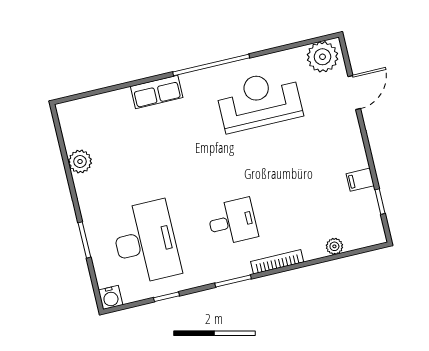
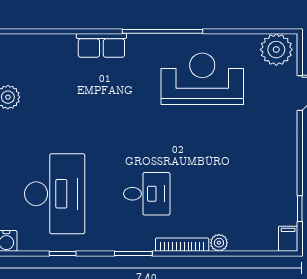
filing cabinet: (360, 180) -> (288, 239), moved, turned 90
plant: (334, 246) -> (219, 243), moved

